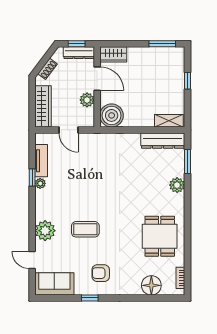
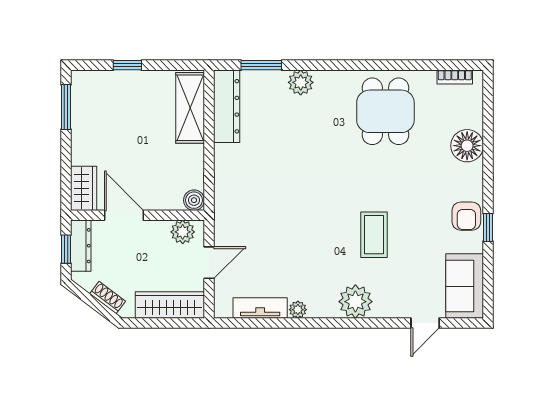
door: (97, 79) -> (124, 215), hinge flipped
plant: (87, 100) -> (183, 232), moved
boiler: (112, 115) -> (194, 200), width x0.54, depth x0.54
shelving: (169, 121) -> (190, 108), width x1.50, depth x1.33
window: (32, 177) -> (288, 323), removed
plant: (45, 231) -> (355, 302), moved
dining table: (160, 236) -> (385, 111), turned 90
armchair: (101, 273) -> (466, 216), moved
floor lamp: (151, 285) -> (467, 146), moved

